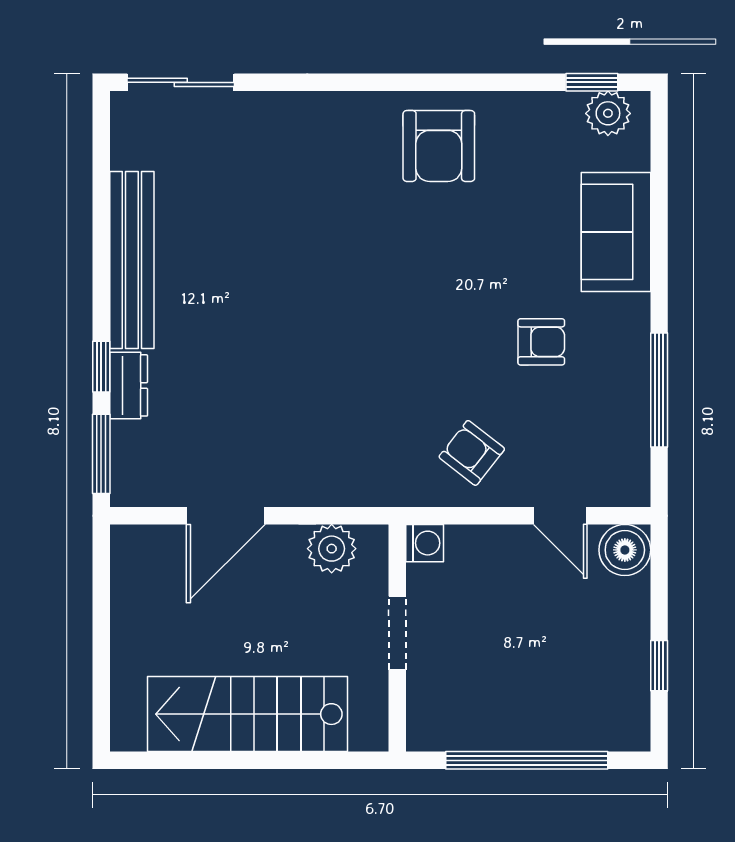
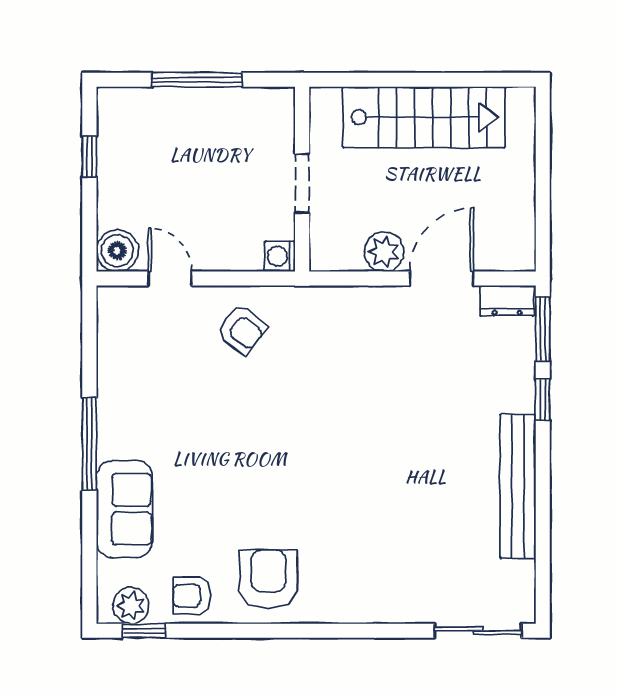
armchair: (541, 342) -> (192, 596), moved
dresser: (129, 385) -> (507, 301), moved, turned -90
window: (659, 390) -> (89, 444), moved
plant: (332, 549) -> (384, 252), moved
window: (527, 760) -> (197, 80), width x0.68

